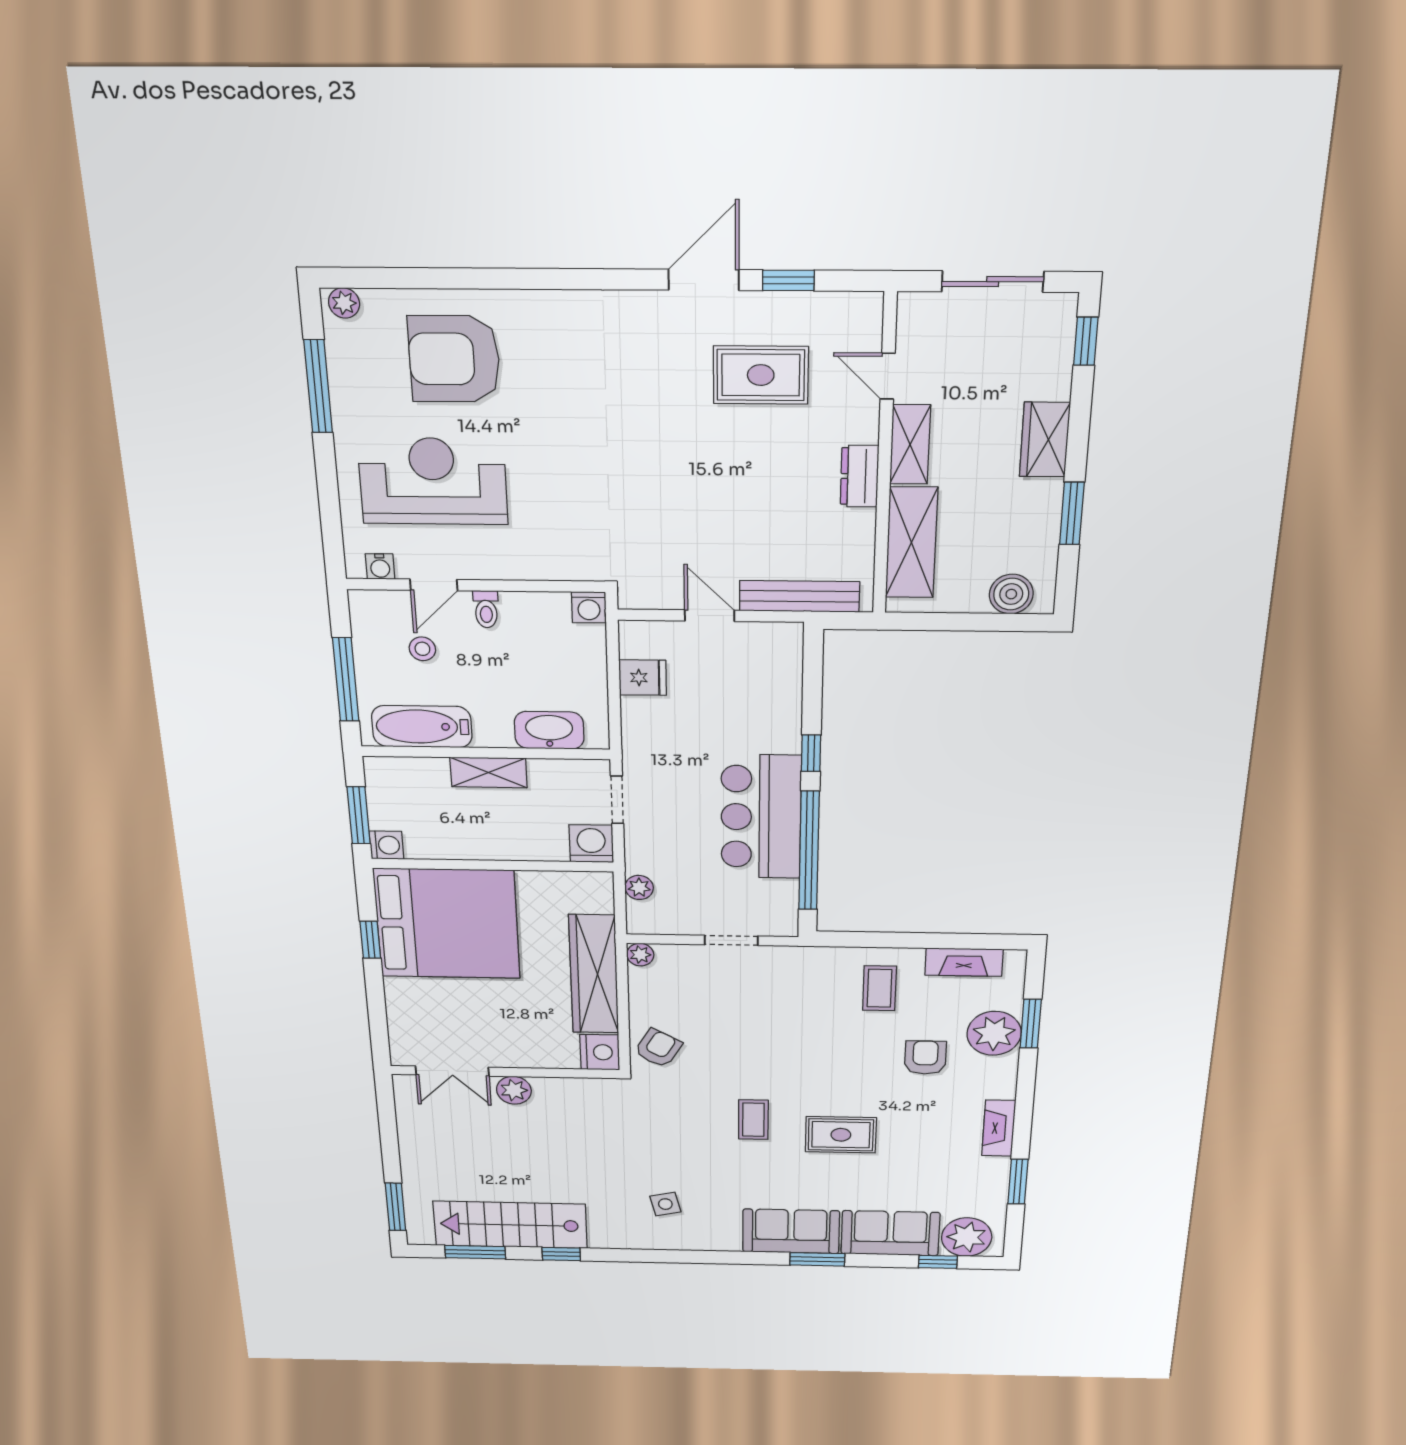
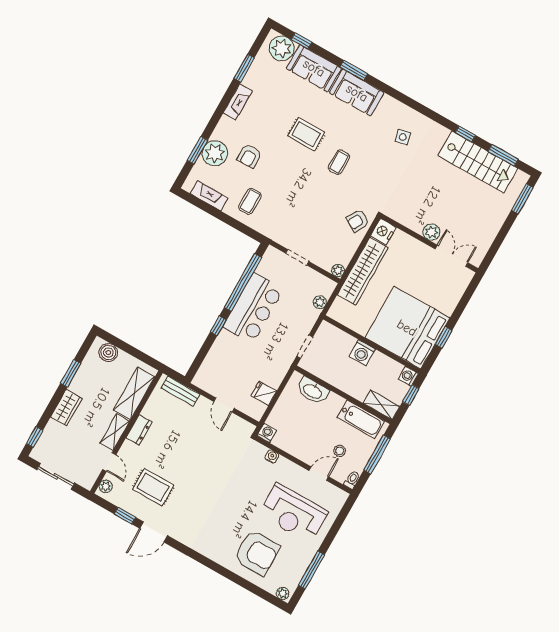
plant: (867, 320) -> (106, 486), added
water cooler: (380, 567) -> (272, 456), moved
bench: (799, 596) -> (181, 391), width x0.73
toilet: (486, 609) -> (352, 480), moved
shelving: (488, 772) -> (381, 405), moved
window: (359, 815) -> (411, 395), width x0.67
washing machine: (591, 844) -> (362, 353), moved

